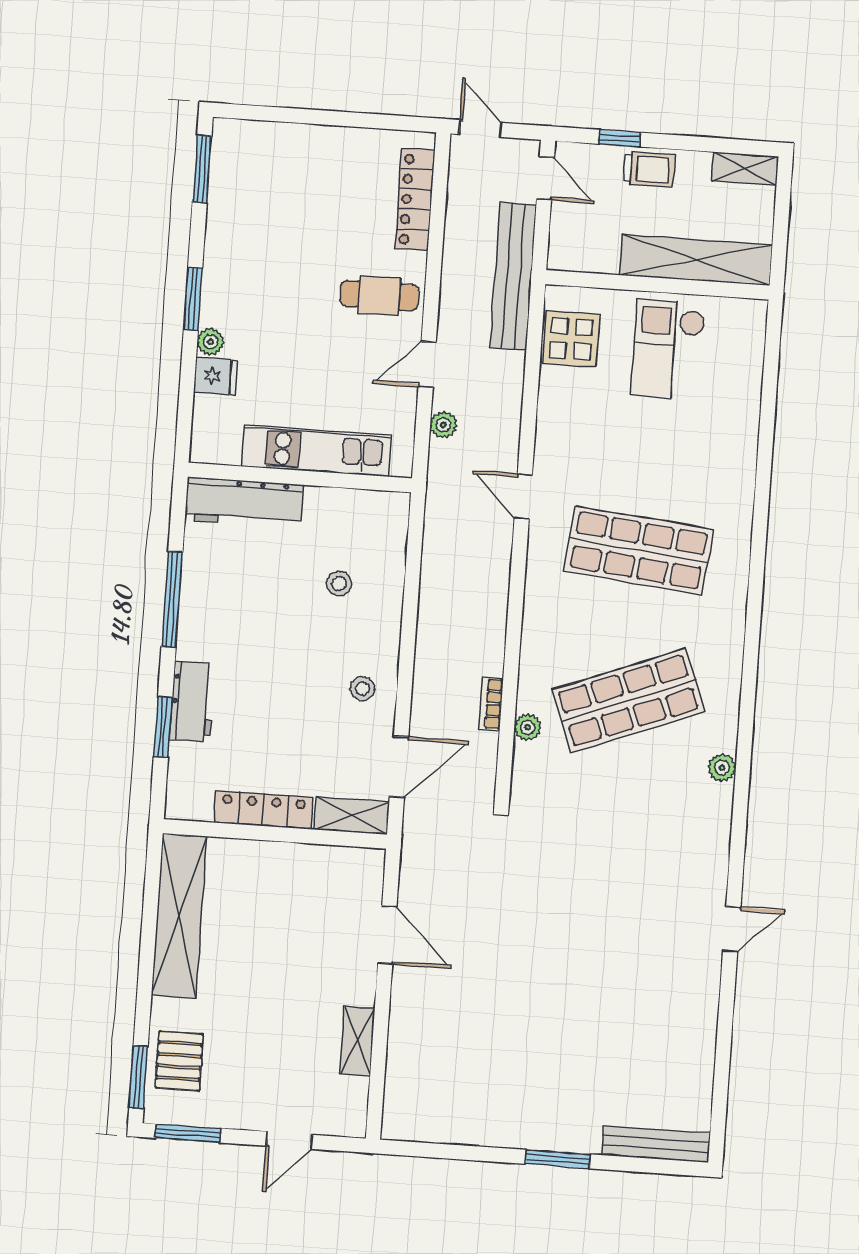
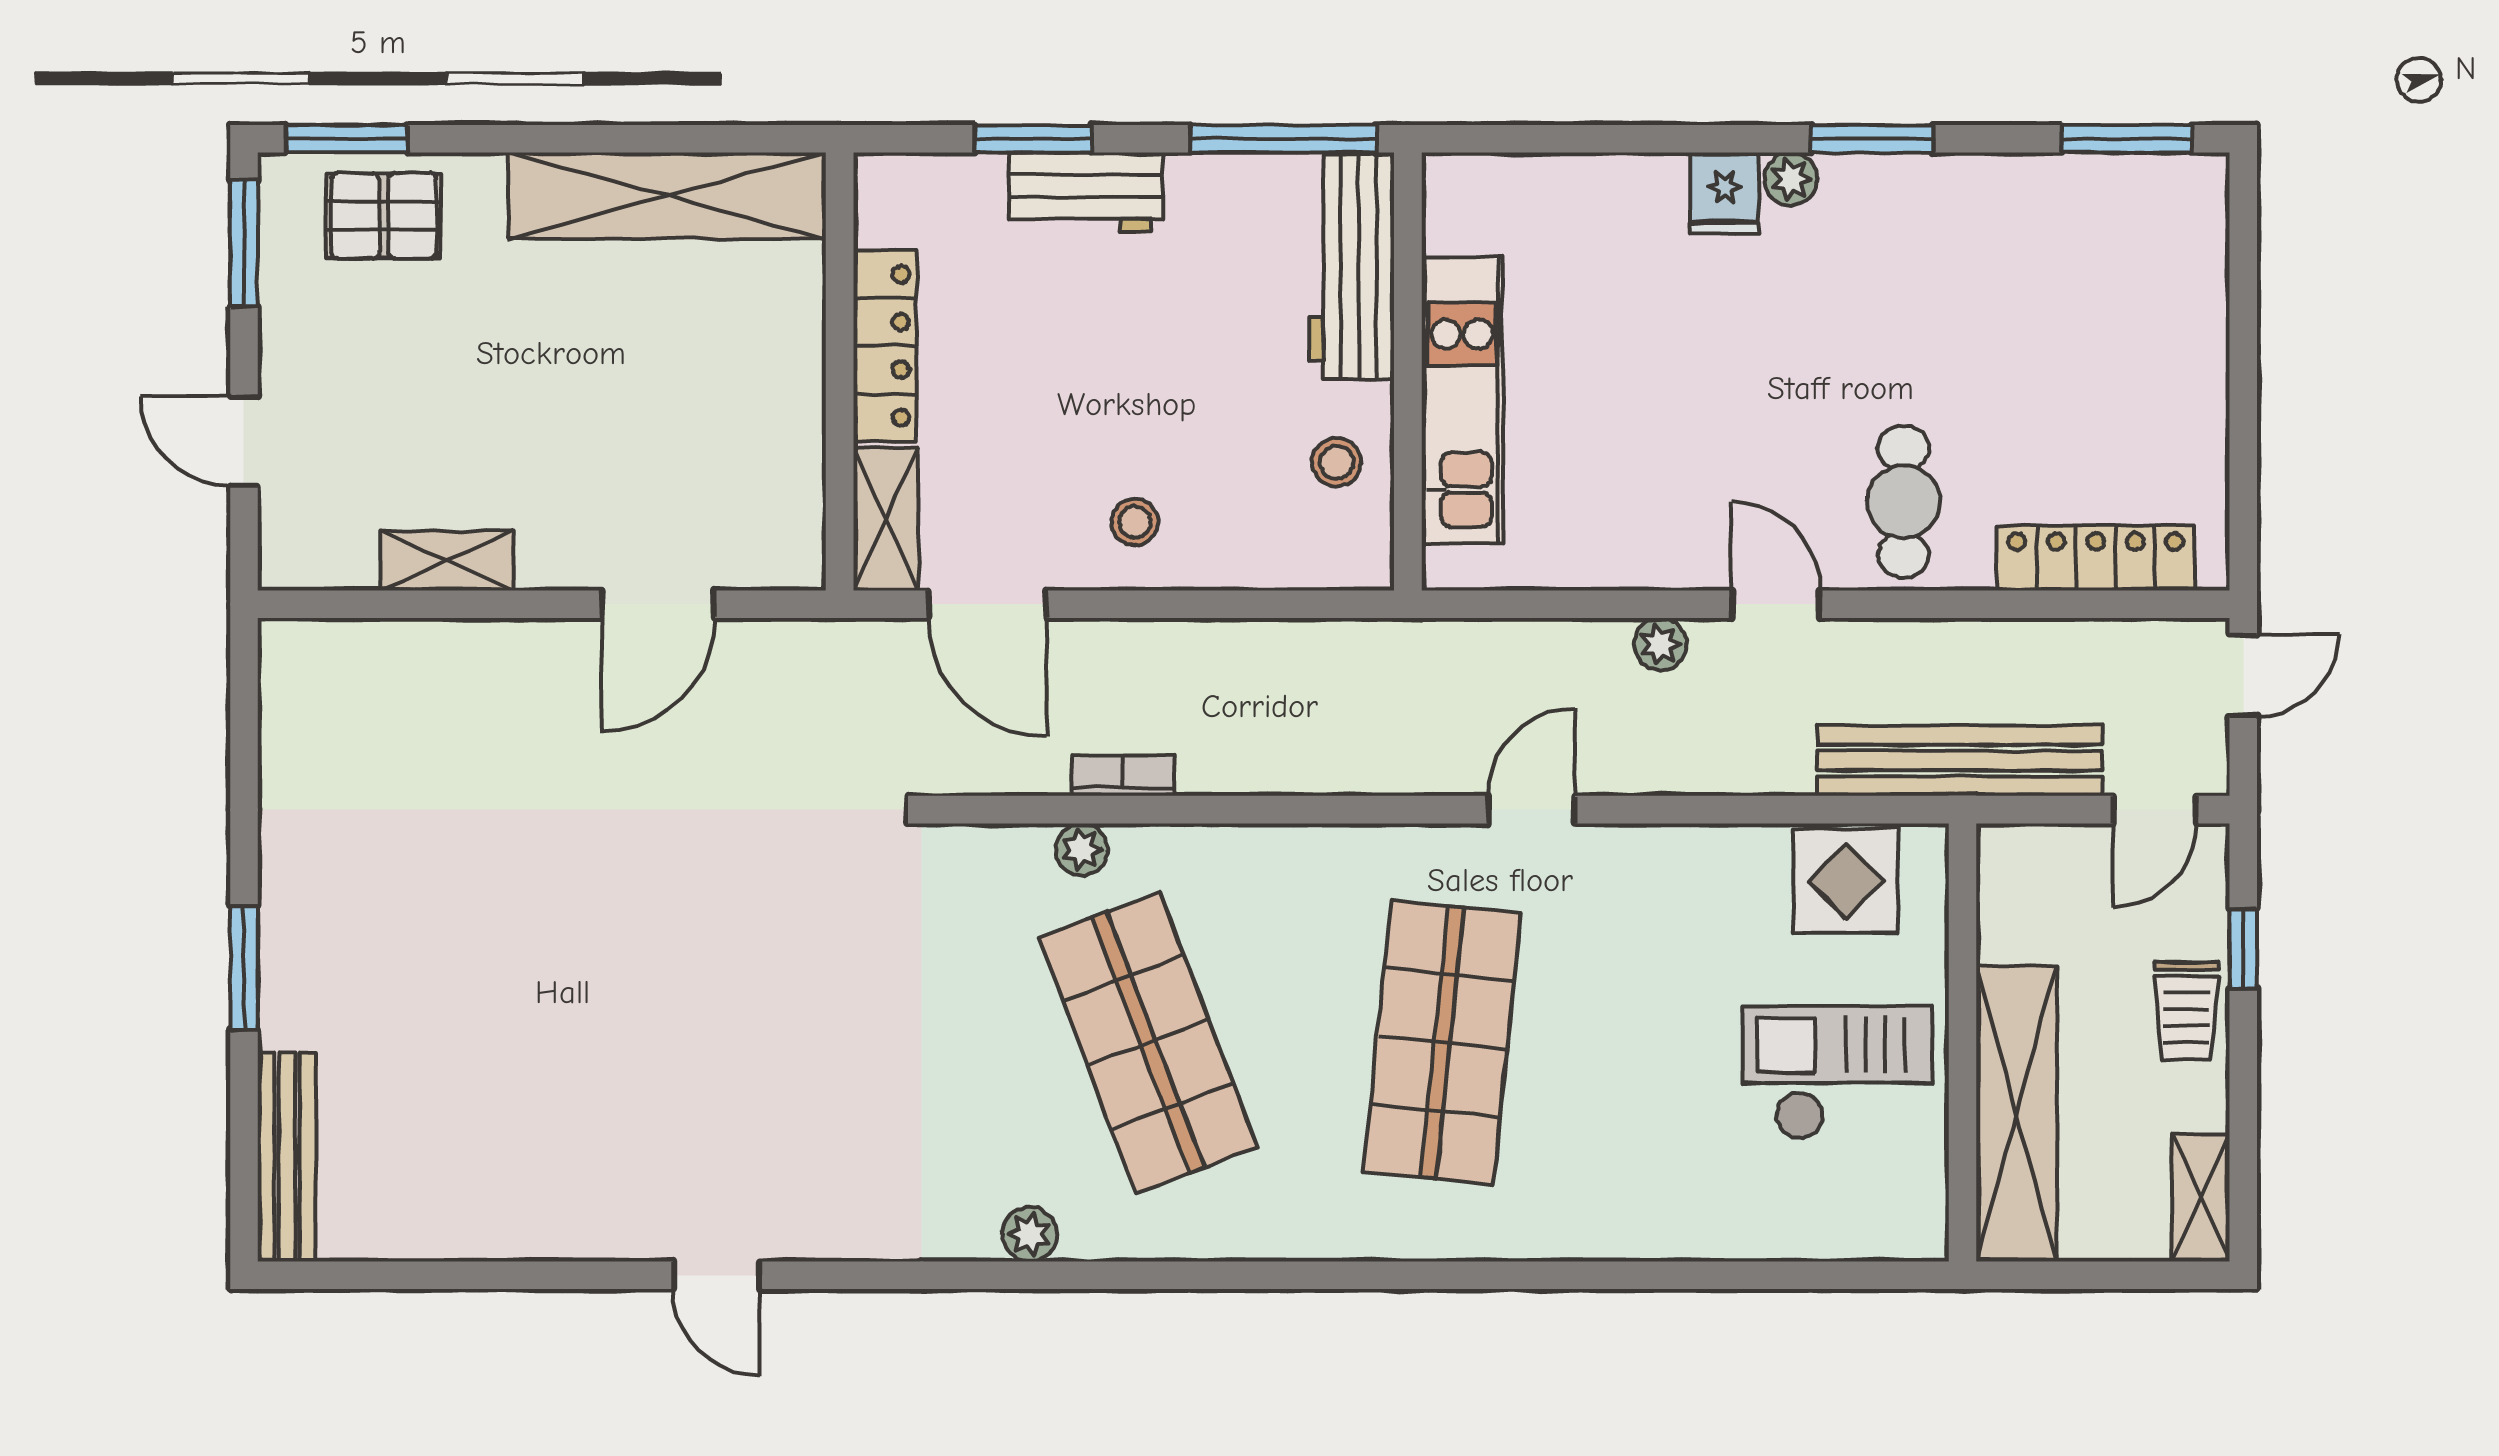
kitchen unit: (316, 451) -> (1462, 400), moved
wall: (300, 477) -> (1408, 372), moved
workbench: (244, 502) -> (1352, 267), moved

